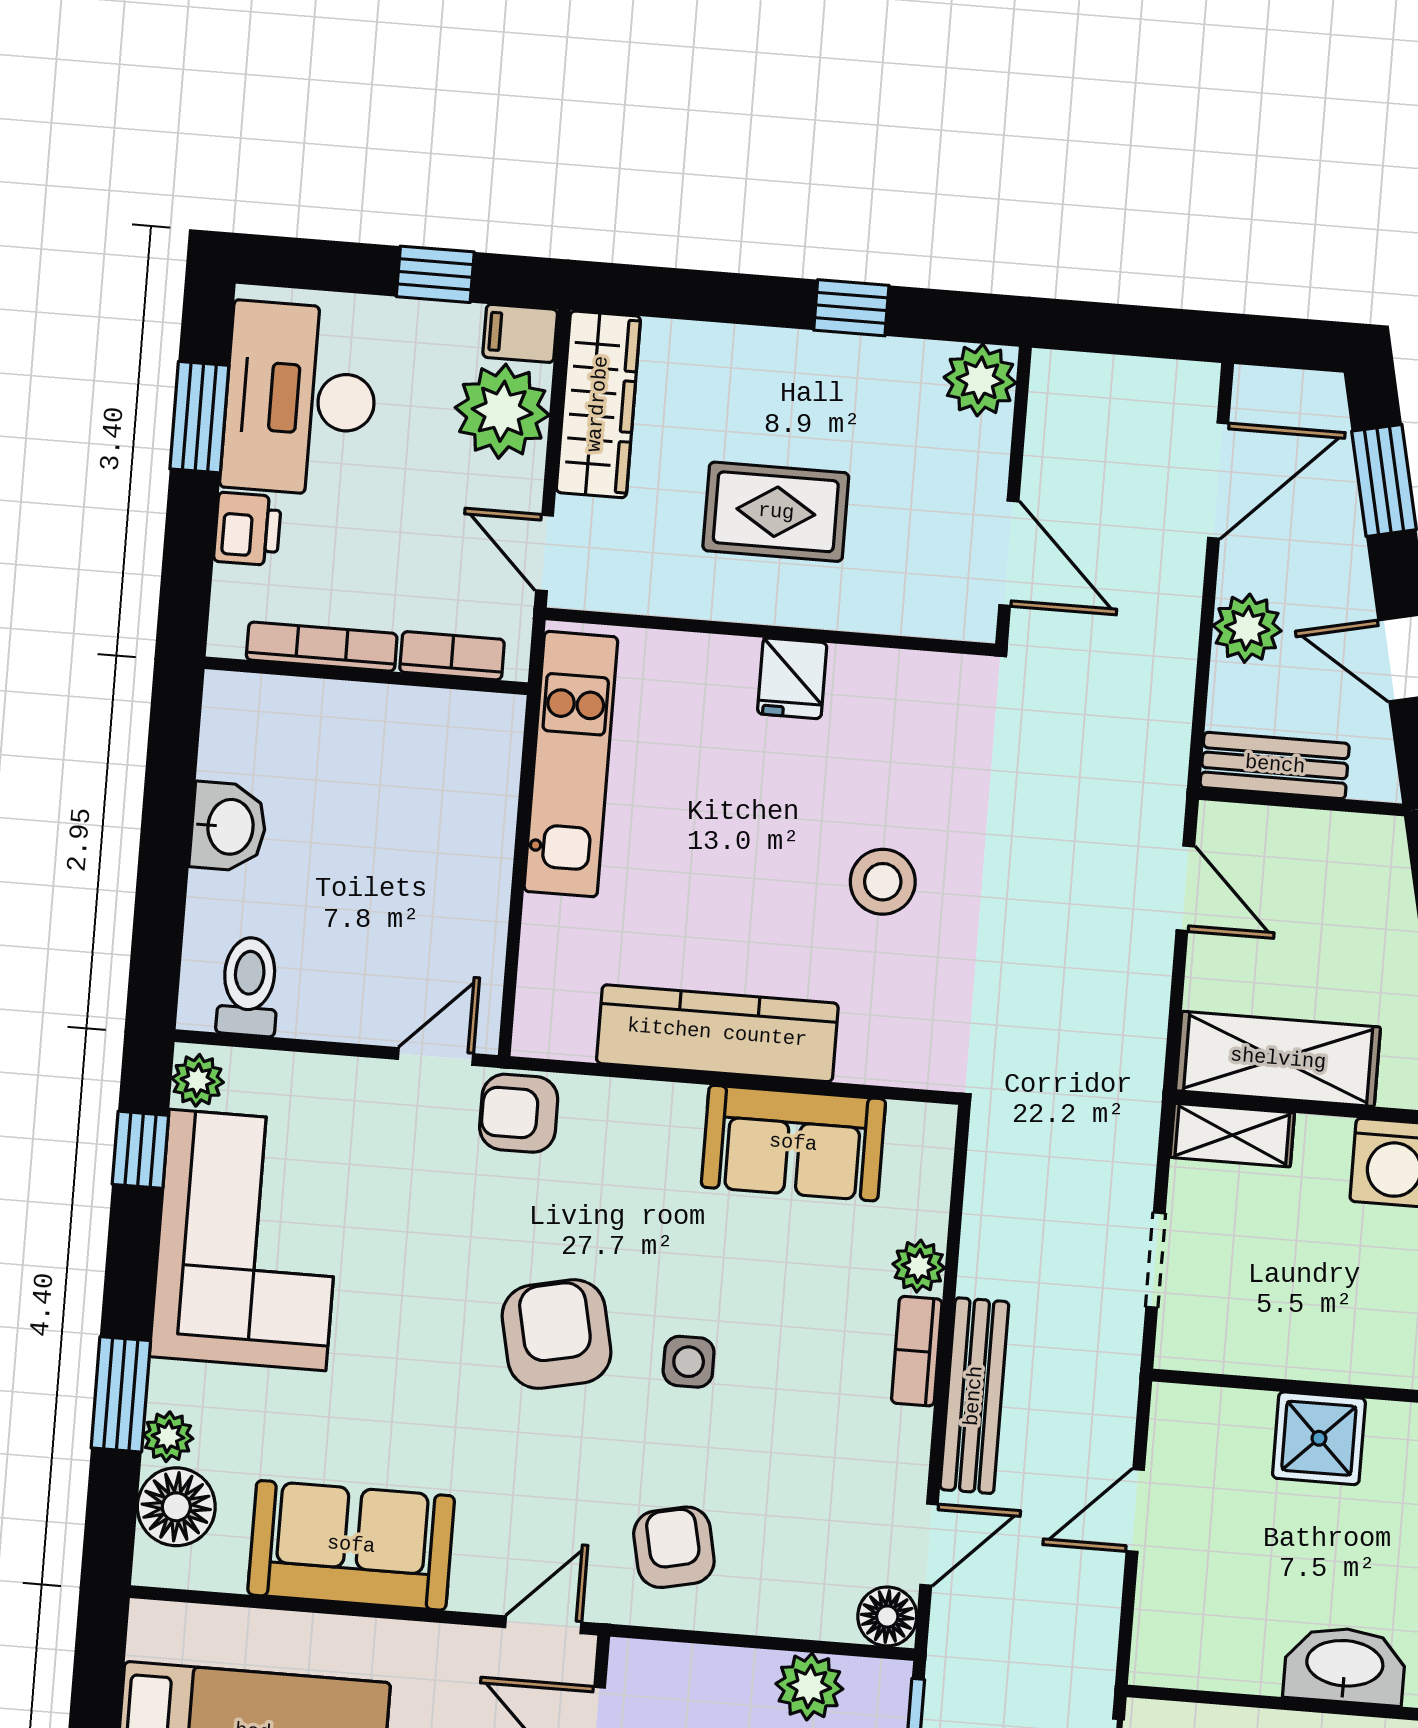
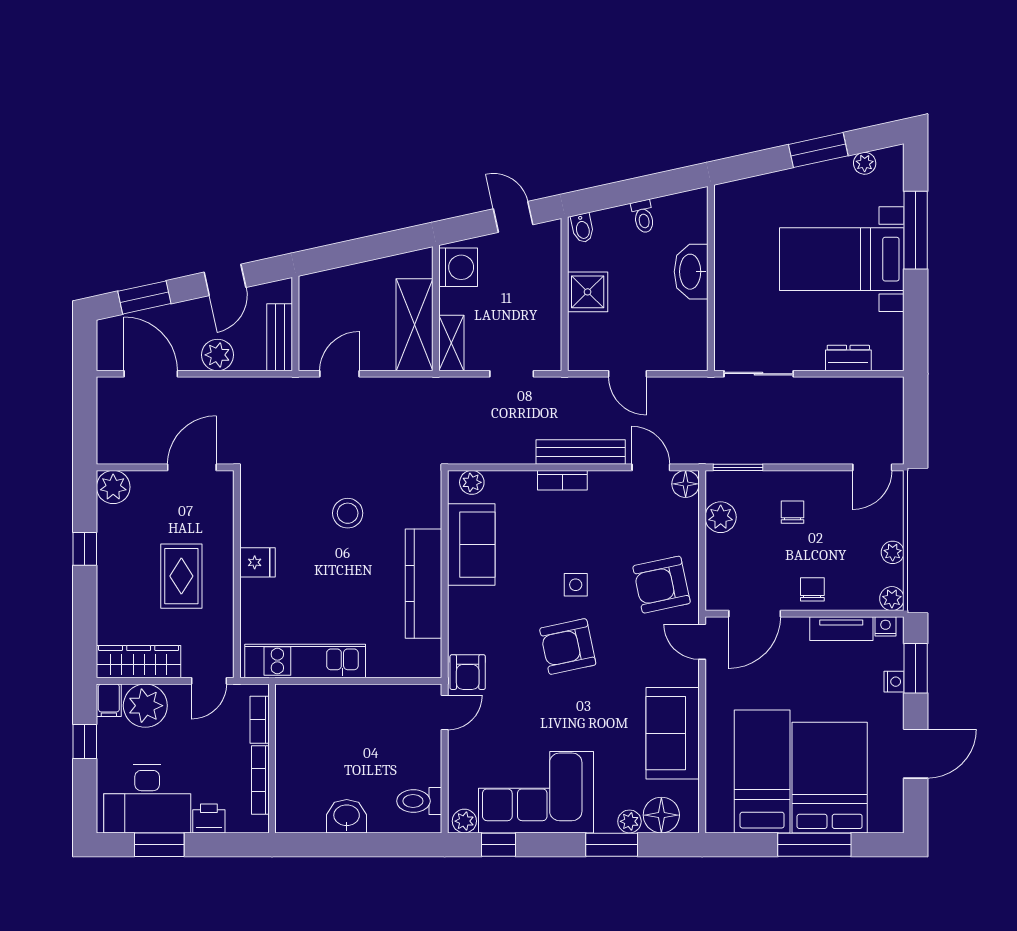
door: (436, 1057) -> (445, 712), swing flipped
plant: (919, 1266) -> (472, 482), moved
armchair: (674, 1547) -> (662, 585), width x1.38, depth x1.38

